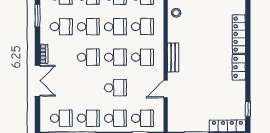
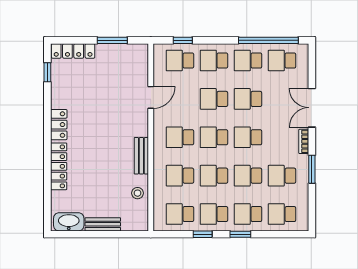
window: (37, 15) -> (312, 169), moved
bench: (173, 57) -> (141, 156), moved
school desk: (88, 88) -> (248, 99), added

